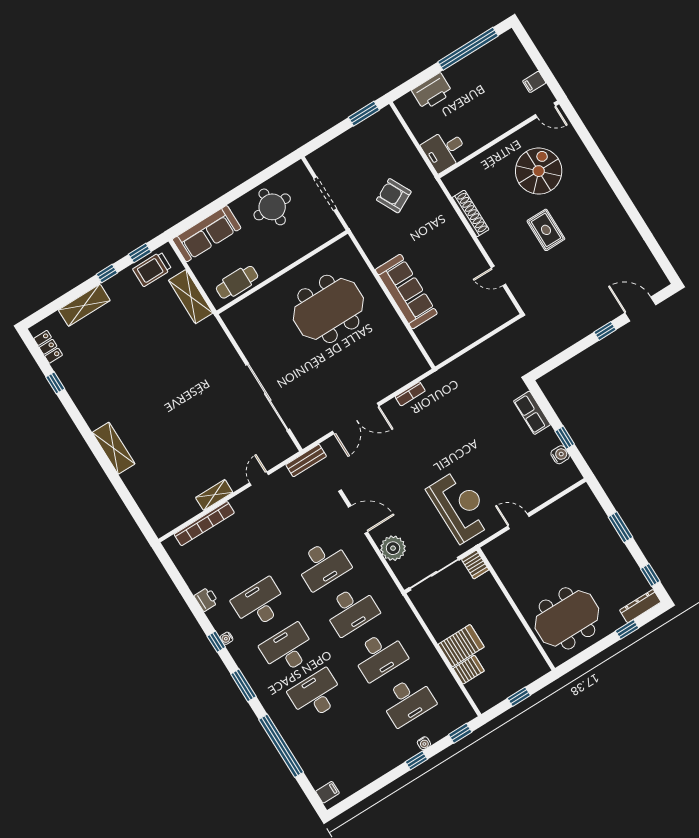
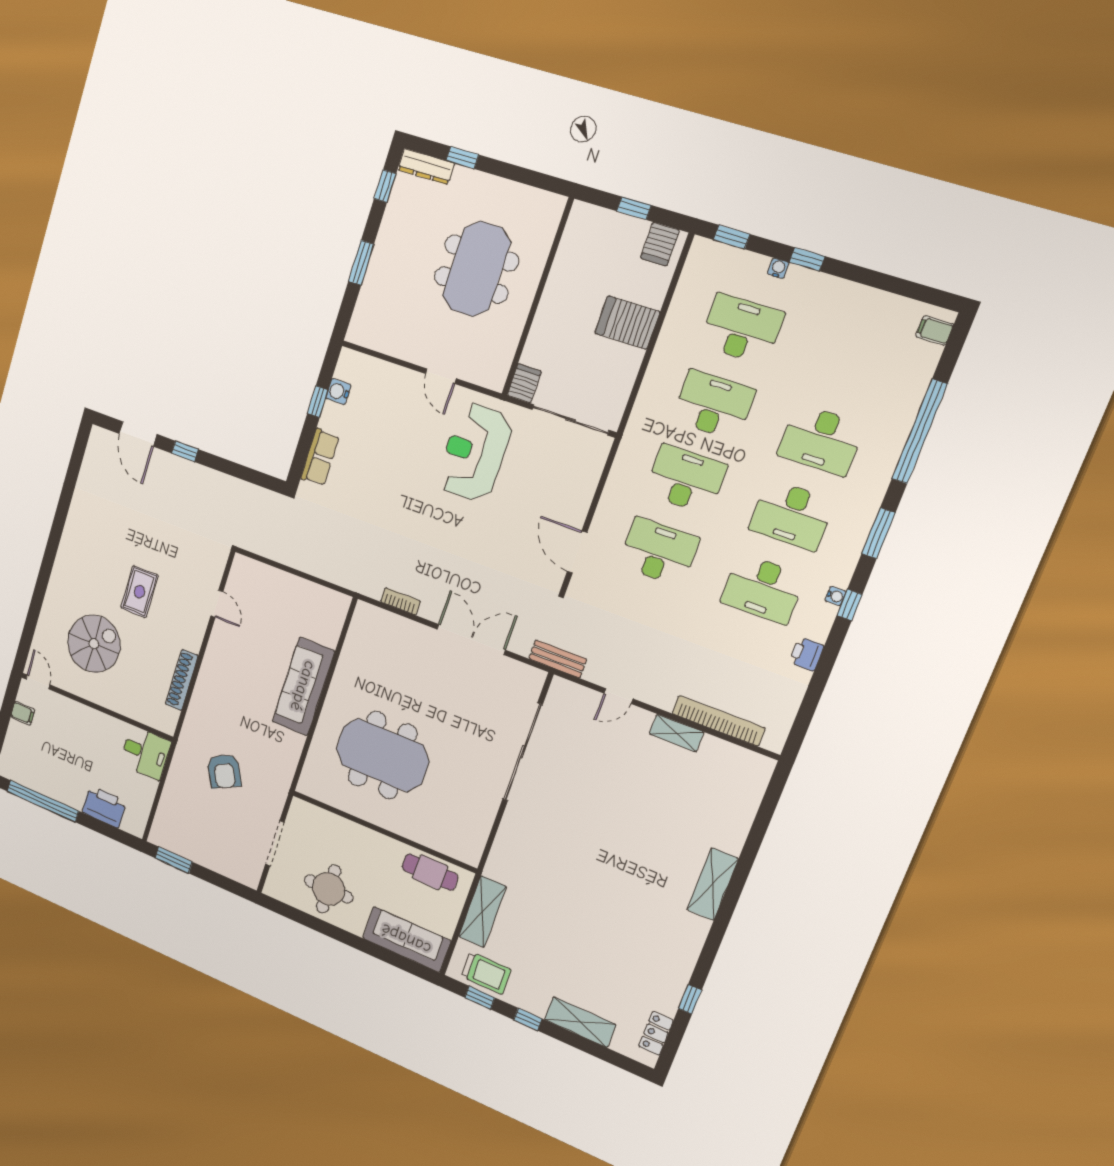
spiral stairs: (539, 171) -> (94, 644), turned 180
plant: (393, 548) -> (578, 488), removed
meeting table: (567, 618) -> (476, 269), moved, turned 90
server rack: (469, 670) -> (660, 244), moved, turned -90

